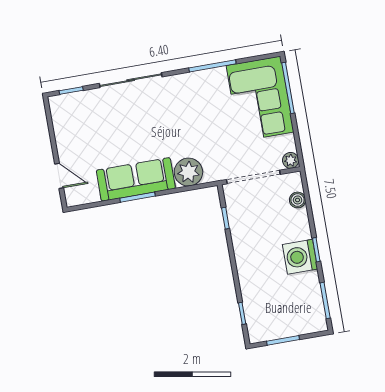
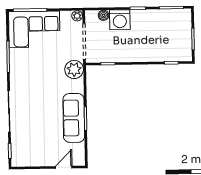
plant: (188, 172) -> (74, 69), moved
washing machine: (300, 257) -> (120, 20), moved

